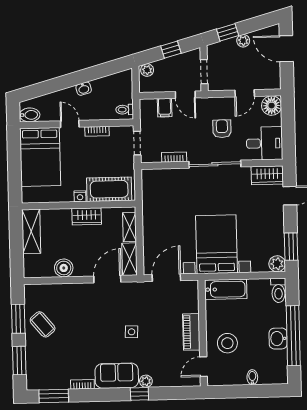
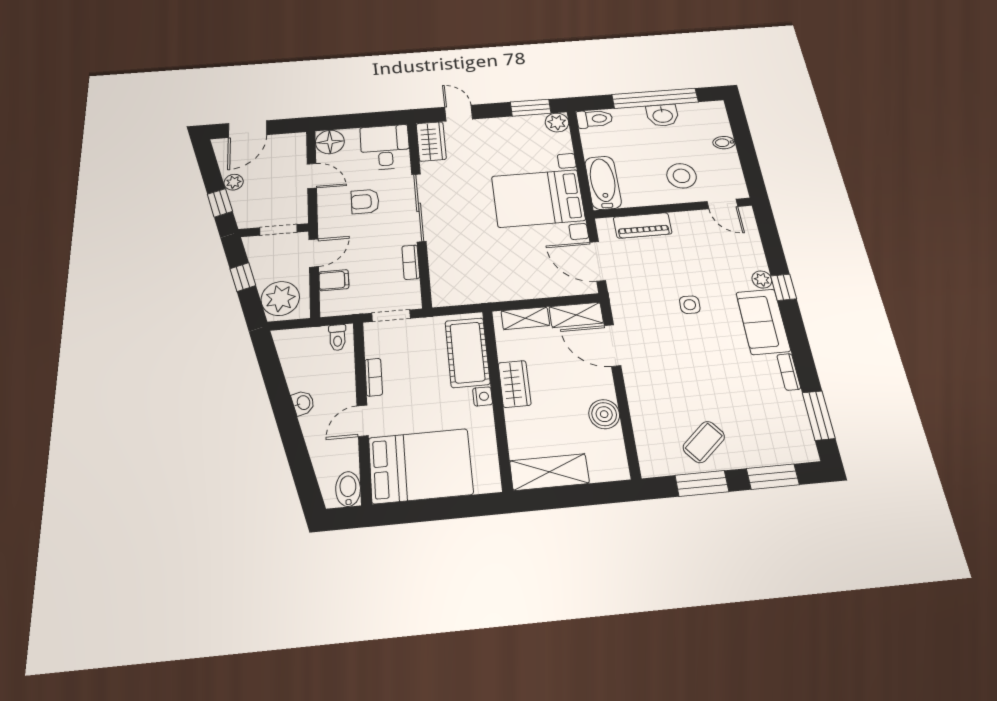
plant: (147, 70) -> (280, 298), width x1.87, depth x1.87
piano: (191, 332) -> (643, 225), moved

